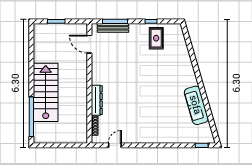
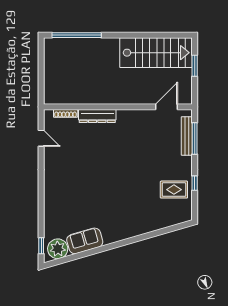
stairs: (46, 92) -> (156, 53), moved
sofa: (196, 105) -> (85, 241), width x0.73
plant: (204, 132) -> (58, 249), added

